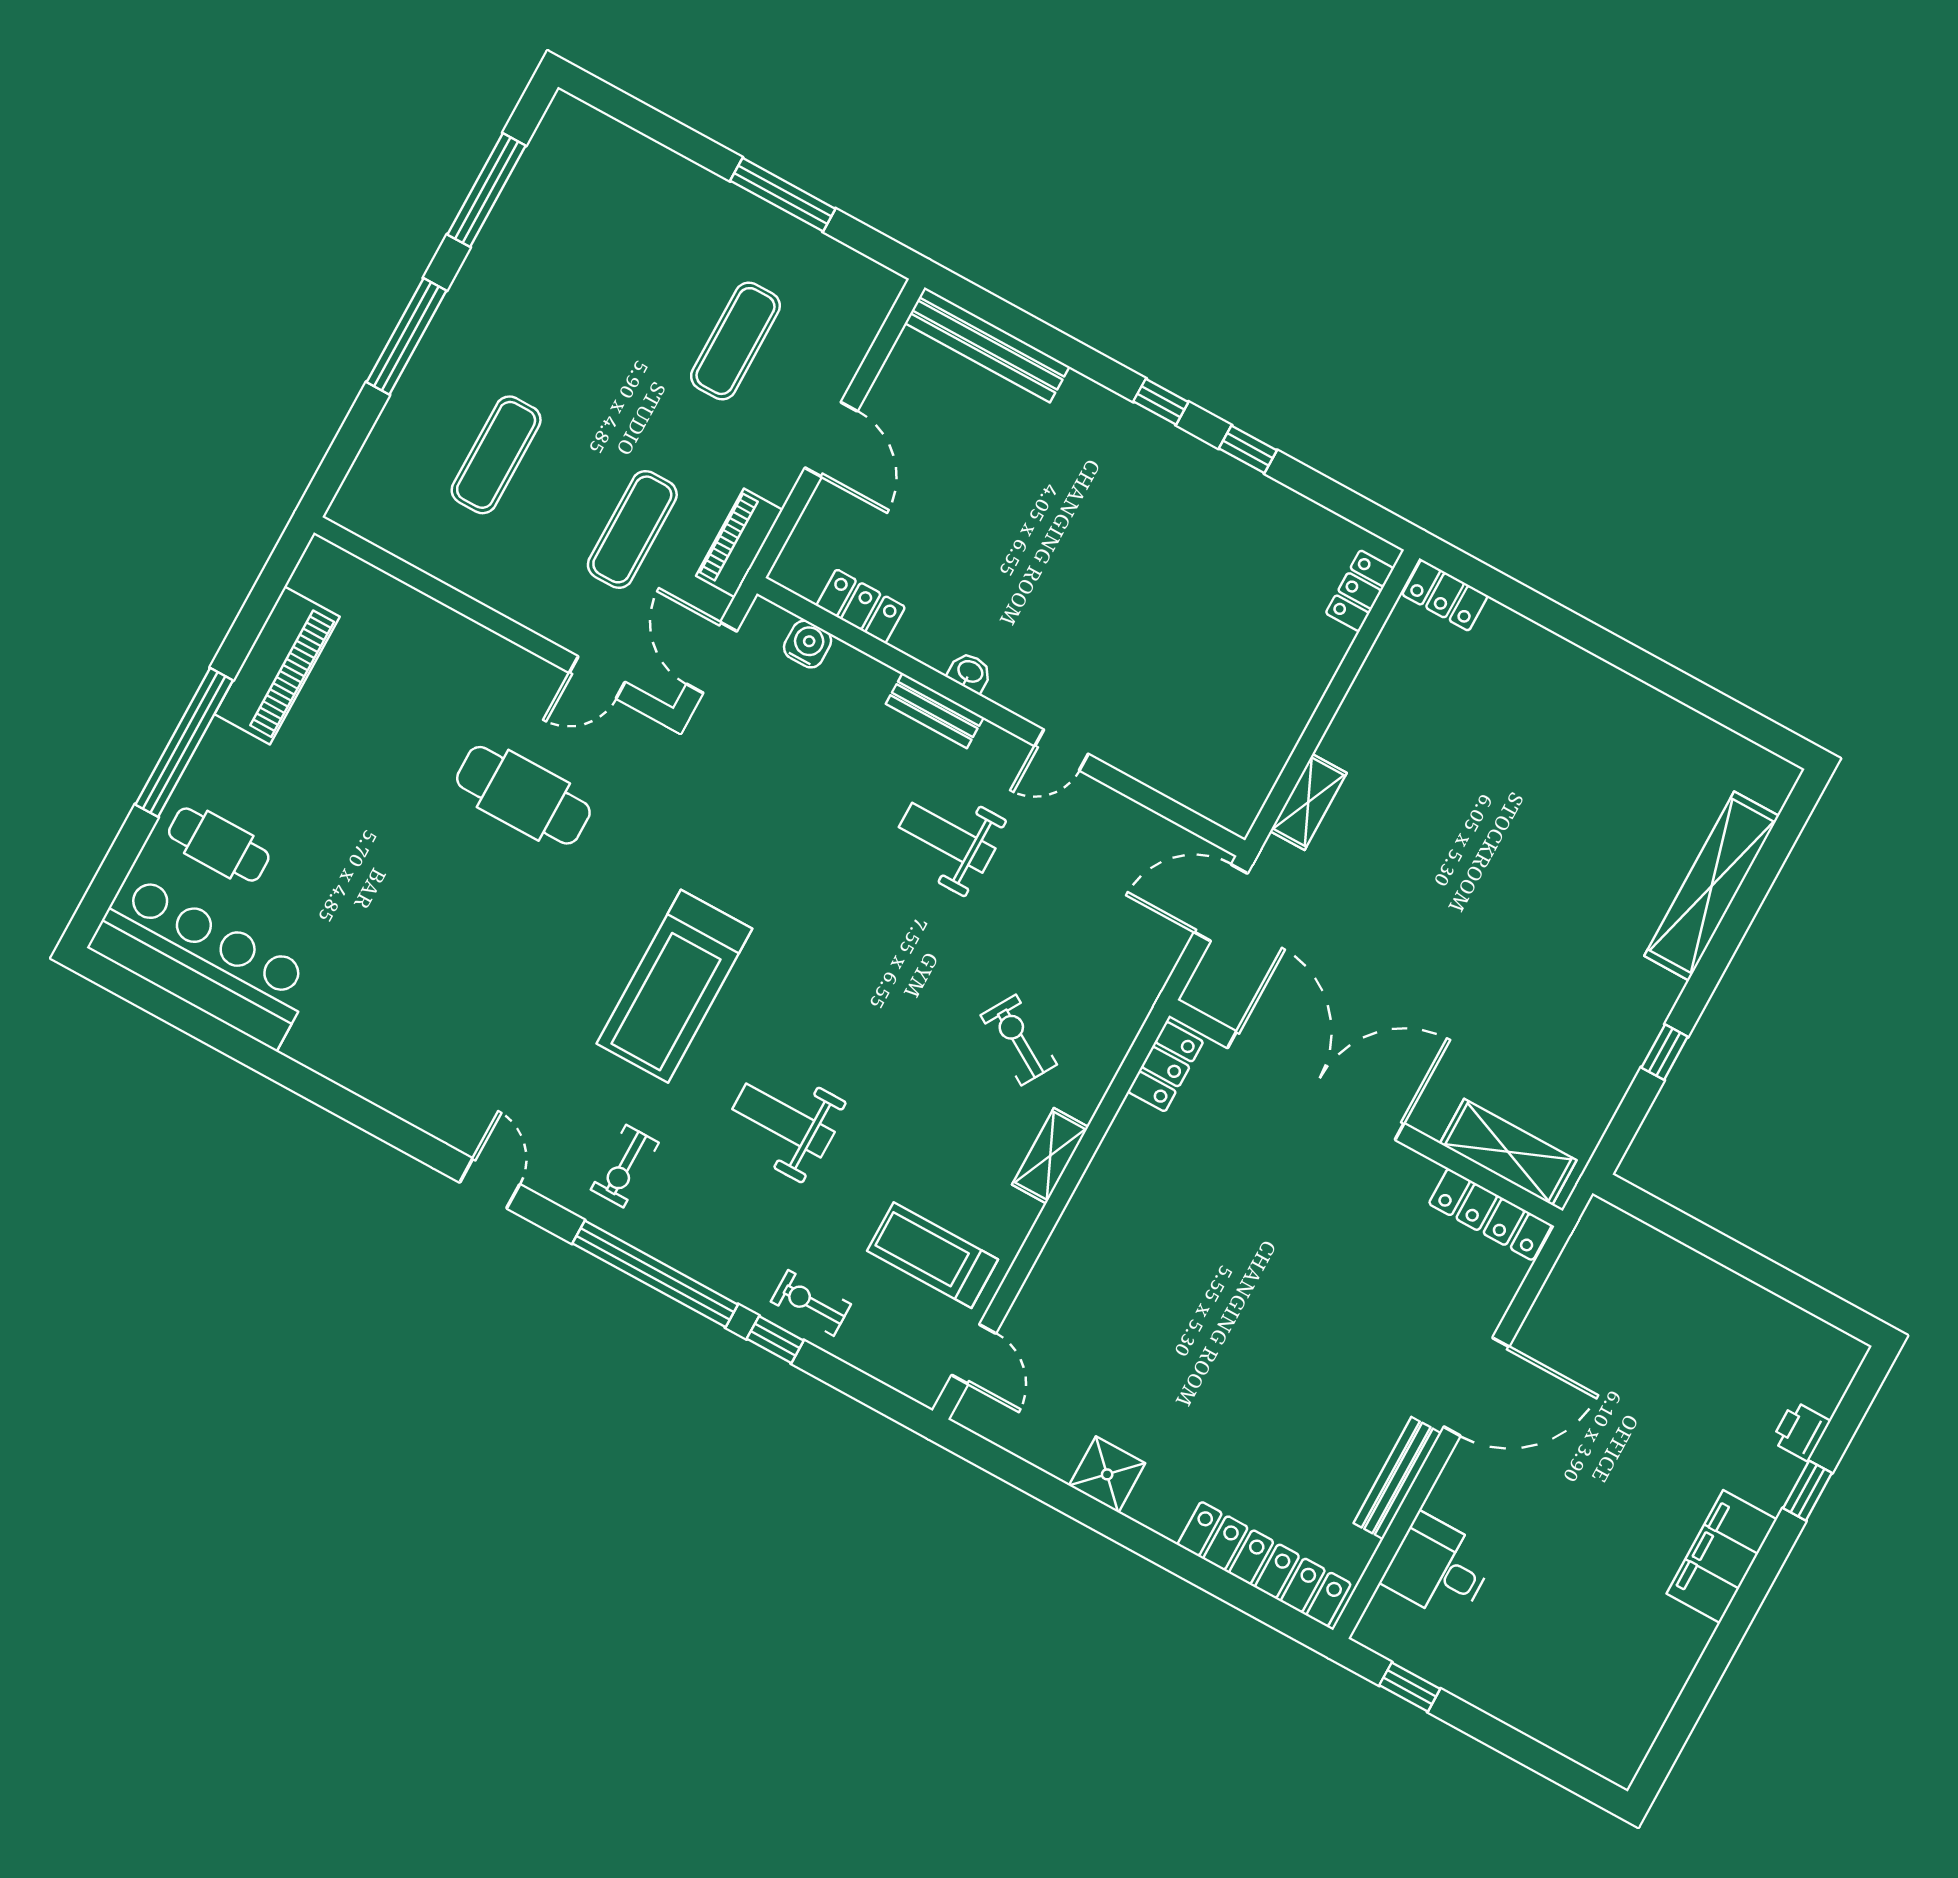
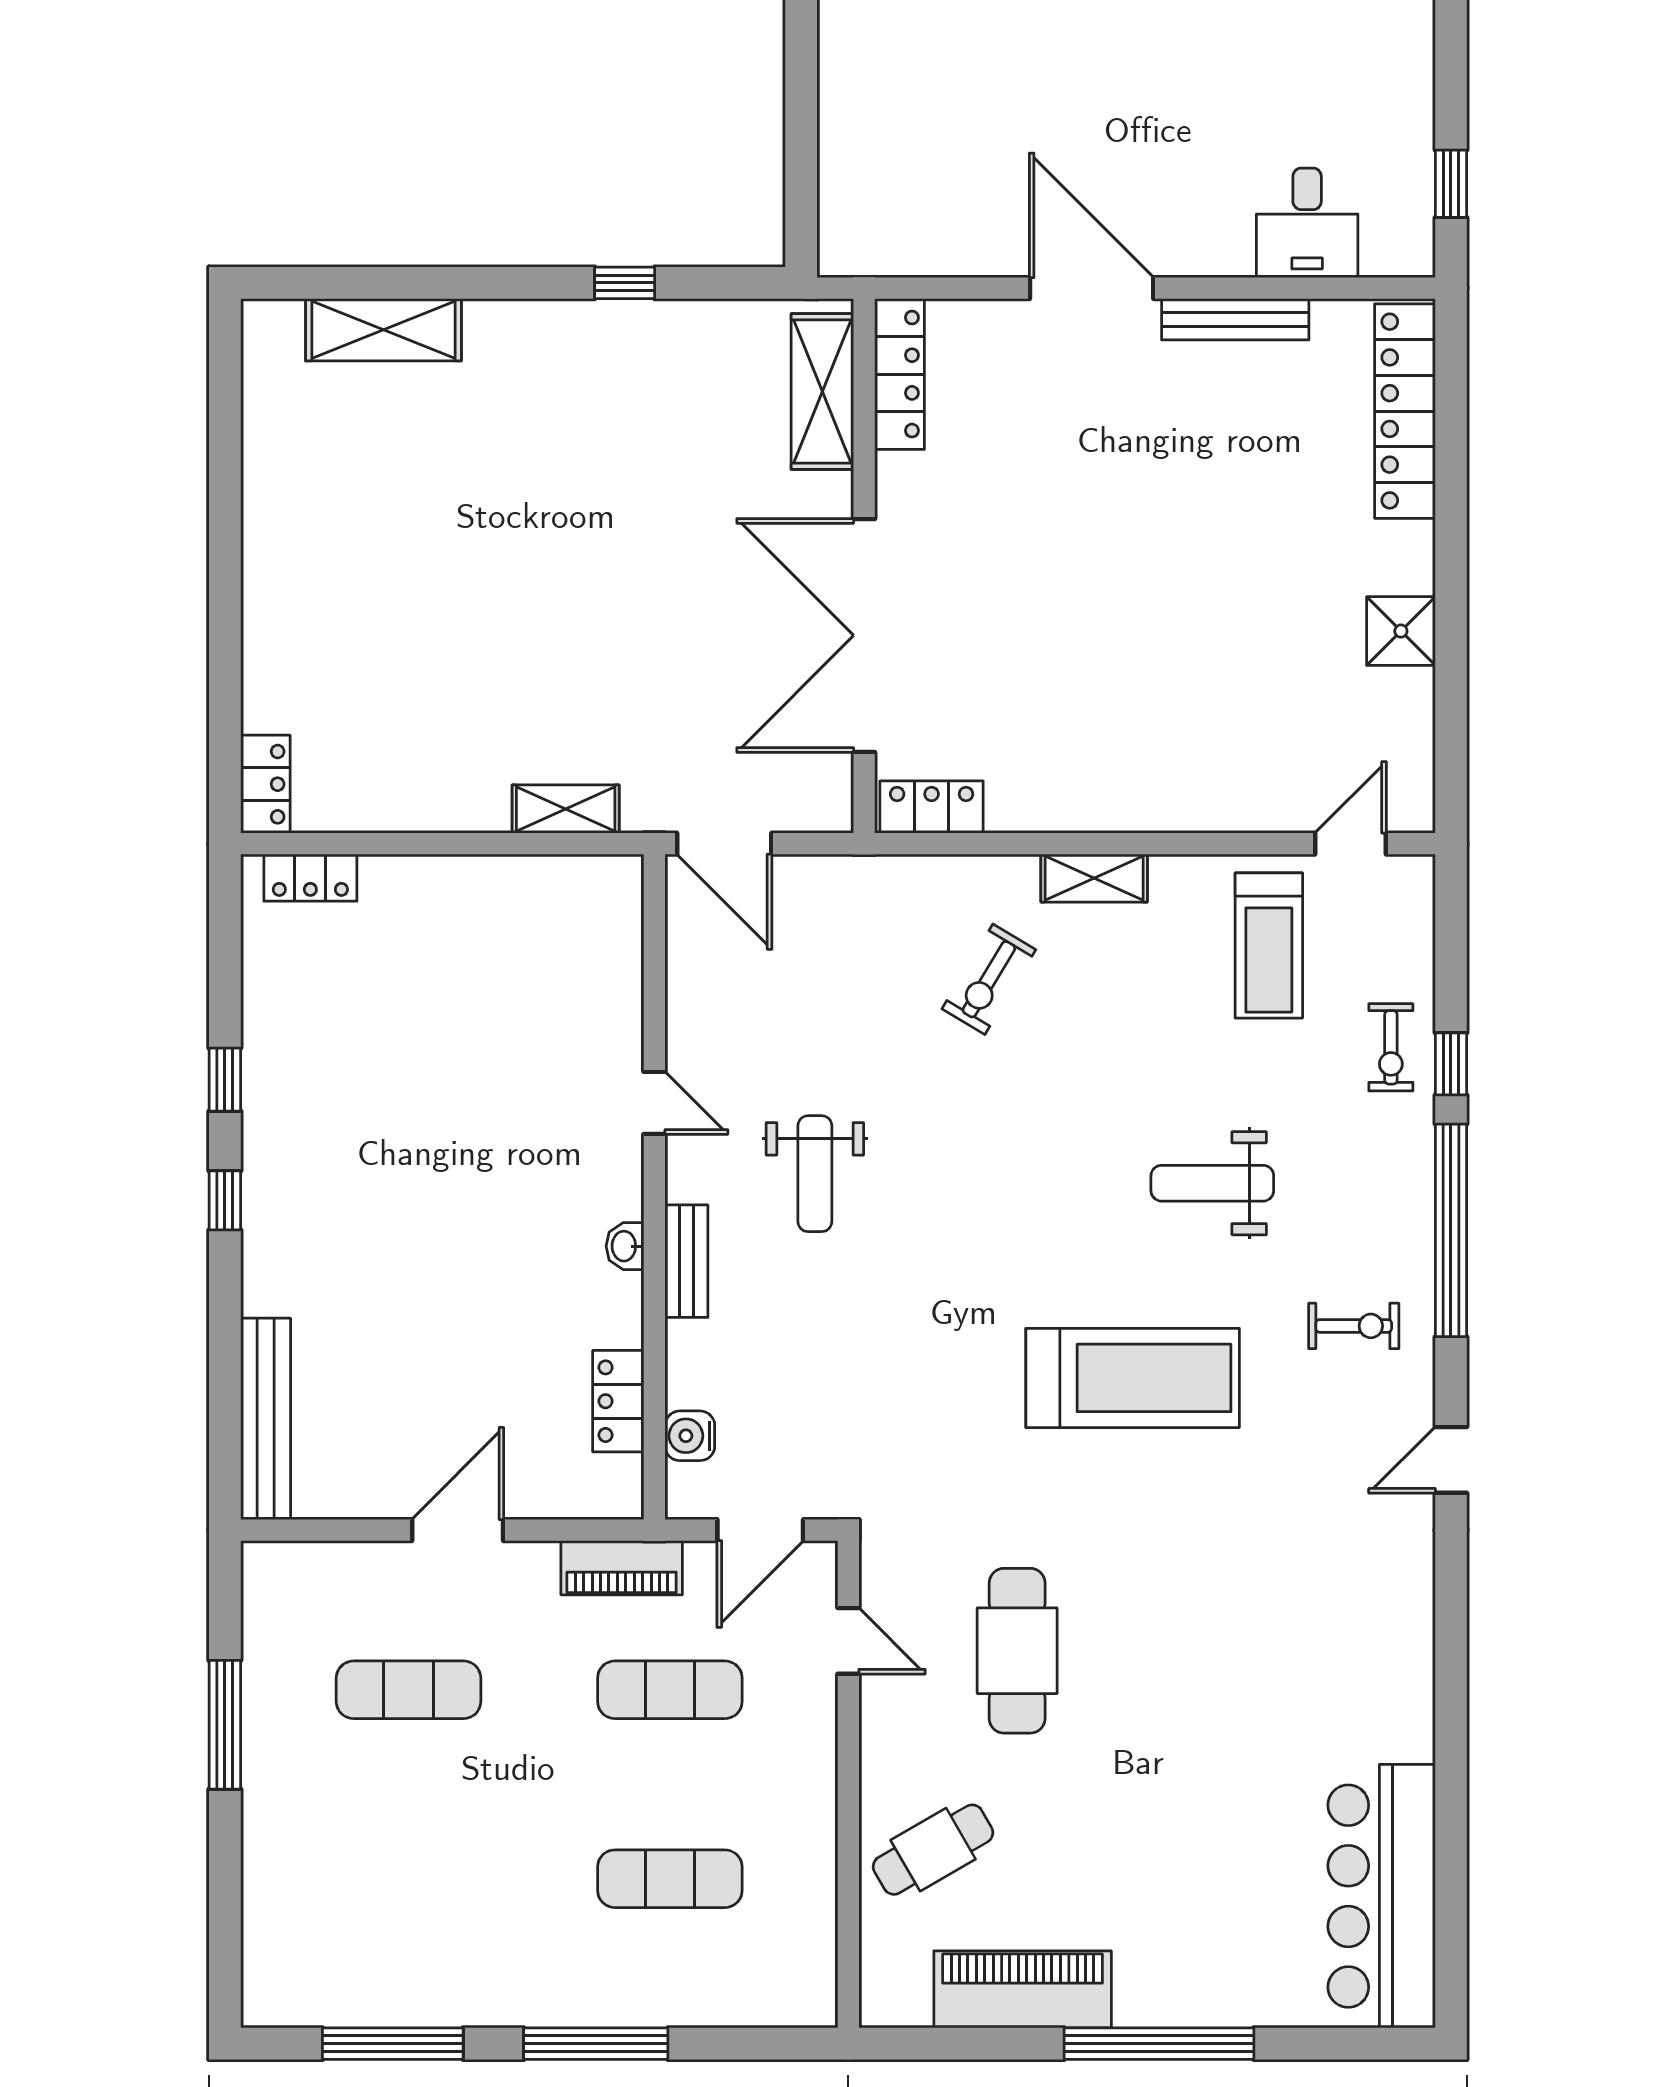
cafe table: (219, 845) -> (933, 1850), moved, turned 60
shelving: (1712, 886) -> (383, 330), width x0.68
weight bench: (783, 1121) -> (1212, 1183), turned 90

